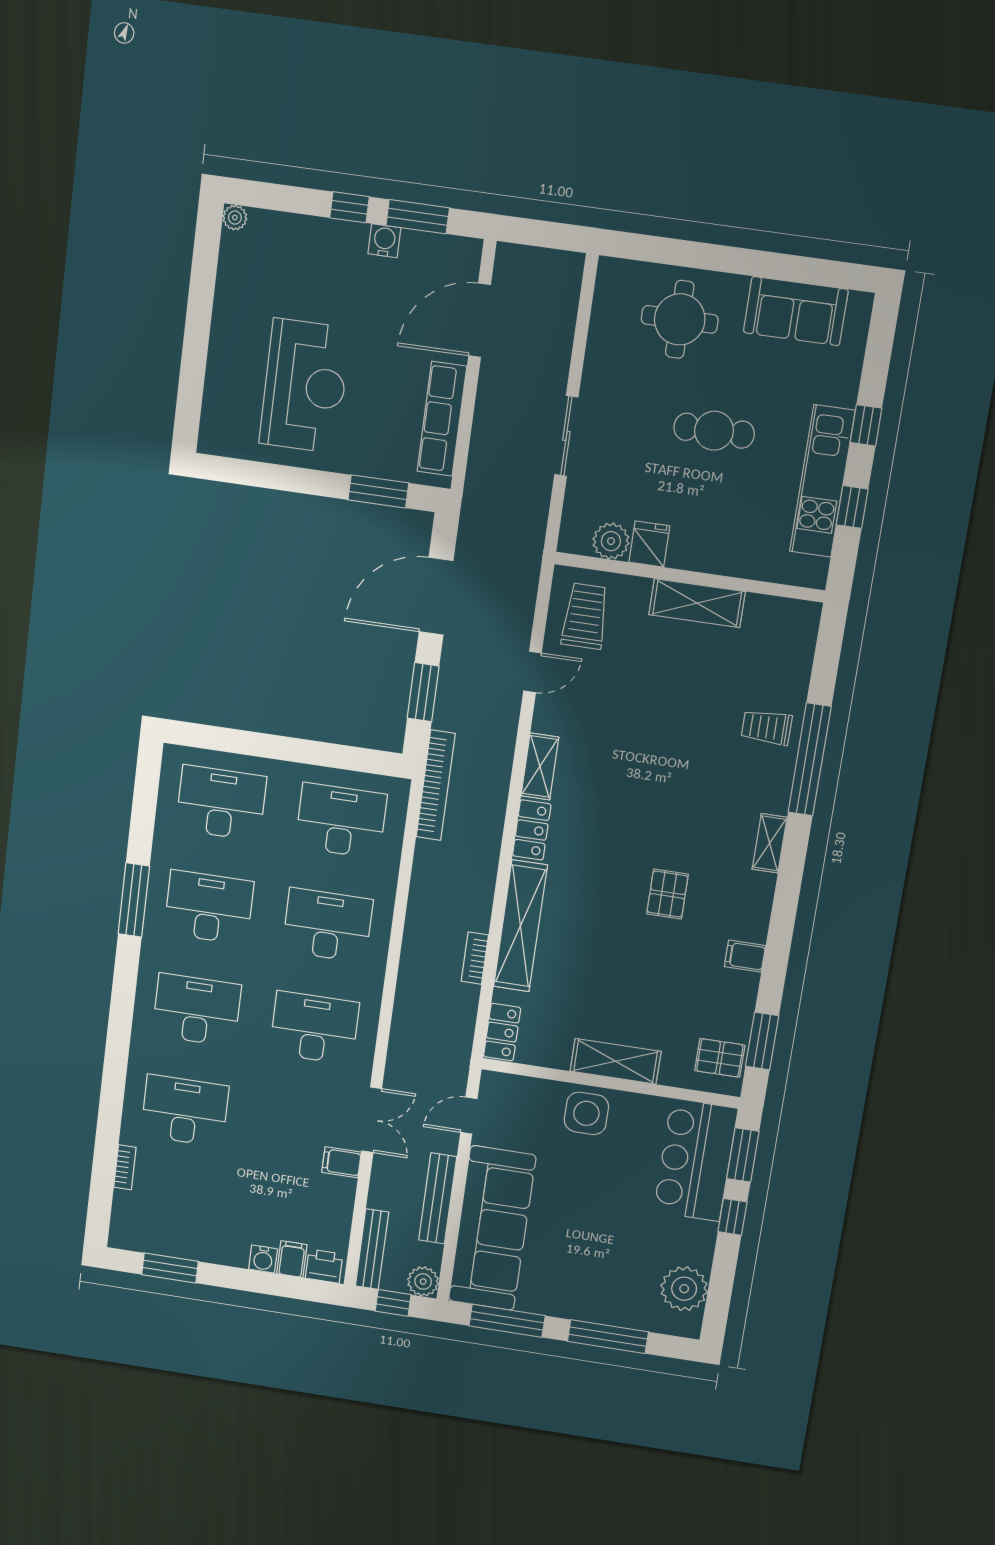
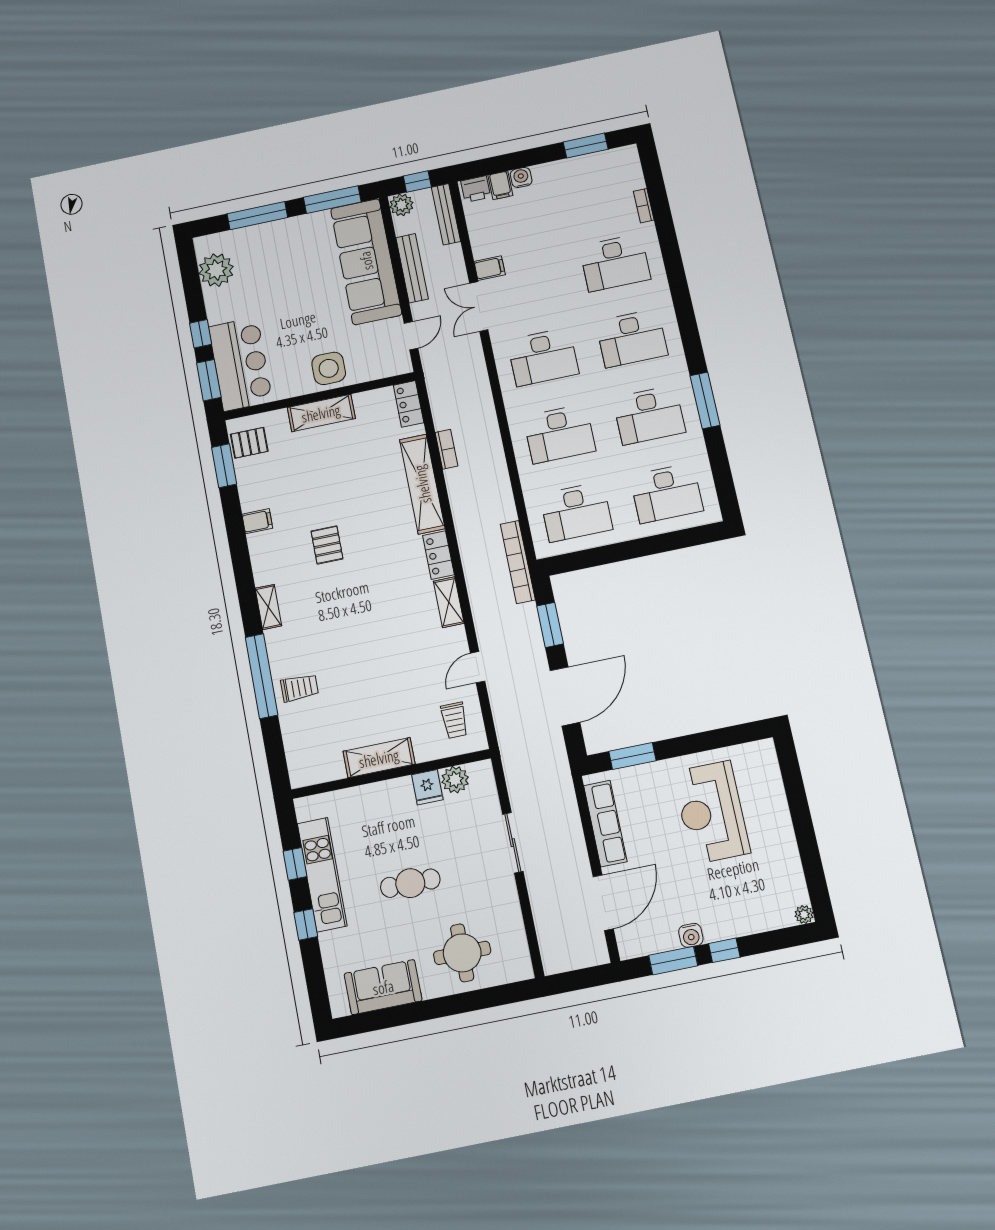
trolley: (585, 616) -> (454, 720), width x0.73, depth x0.72

